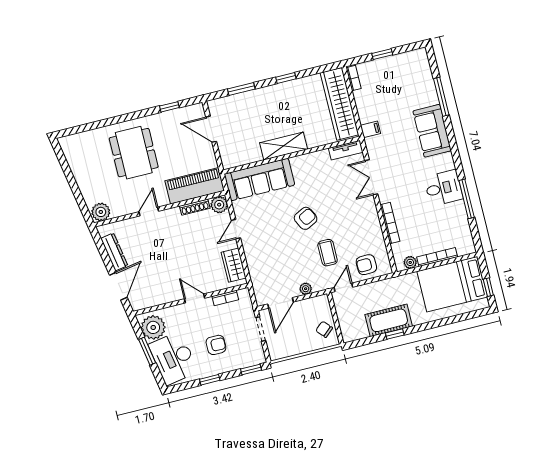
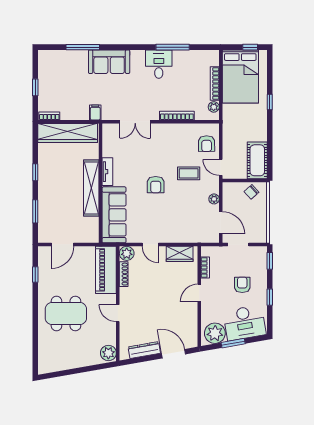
shelving: (284, 146) -> (91, 188), width x1.47
tv unit: (346, 150) -> (107, 172), moved
armchair: (306, 218) -> (156, 185), turned -153
cot: (389, 320) -> (257, 160), moved
window: (395, 334) -> (270, 102), moved

